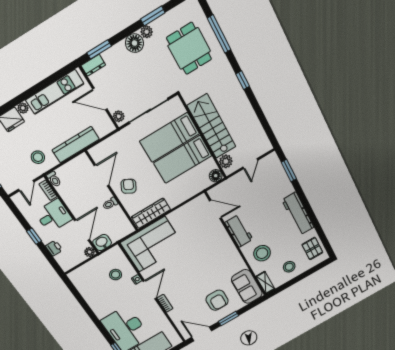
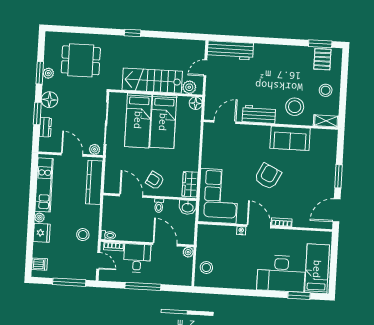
plant: (147, 32) -> (48, 73), moved
window: (219, 34) -> (86, 30), removed
window: (99, 49) -> (37, 113), moved
dresser: (93, 65) -> (45, 127), moved
door: (100, 99) -> (72, 155), swing flipped
kitchen counter: (76, 145) -> (94, 182), moved
door: (250, 164) -> (205, 68), swing flipped
window: (289, 171) -> (320, 44), moved
wardrobe: (151, 213) -> (190, 184), width x0.67
workbench: (298, 214) -> (230, 50), moved
window: (34, 236) -> (143, 286), width x2.17
washbasin: (102, 243) -> (188, 207), moved, turned -90
printer: (54, 248) -> (164, 278), removed
pallet: (312, 249) -> (322, 59), turned 90
stool: (116, 275) -> (206, 268), moved
sofa: (247, 287) -> (290, 138), moved
armchair: (217, 300) -> (268, 176), moved, turned -64

